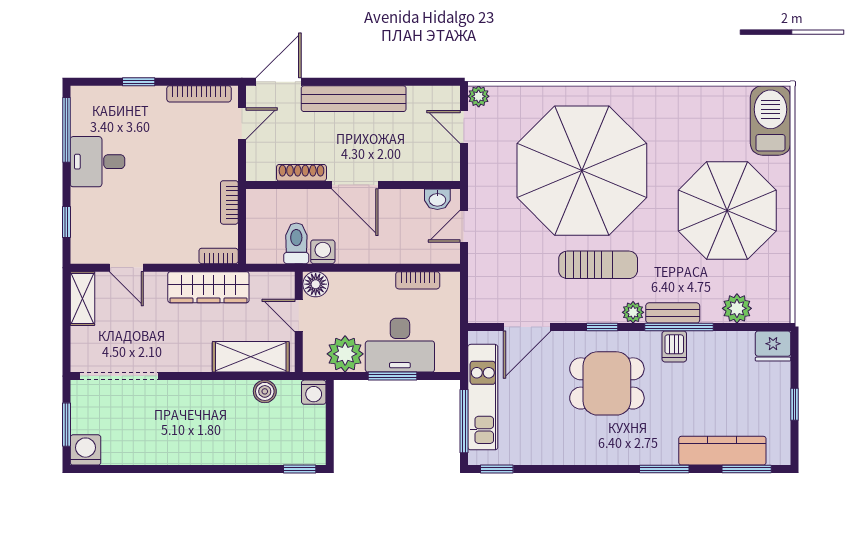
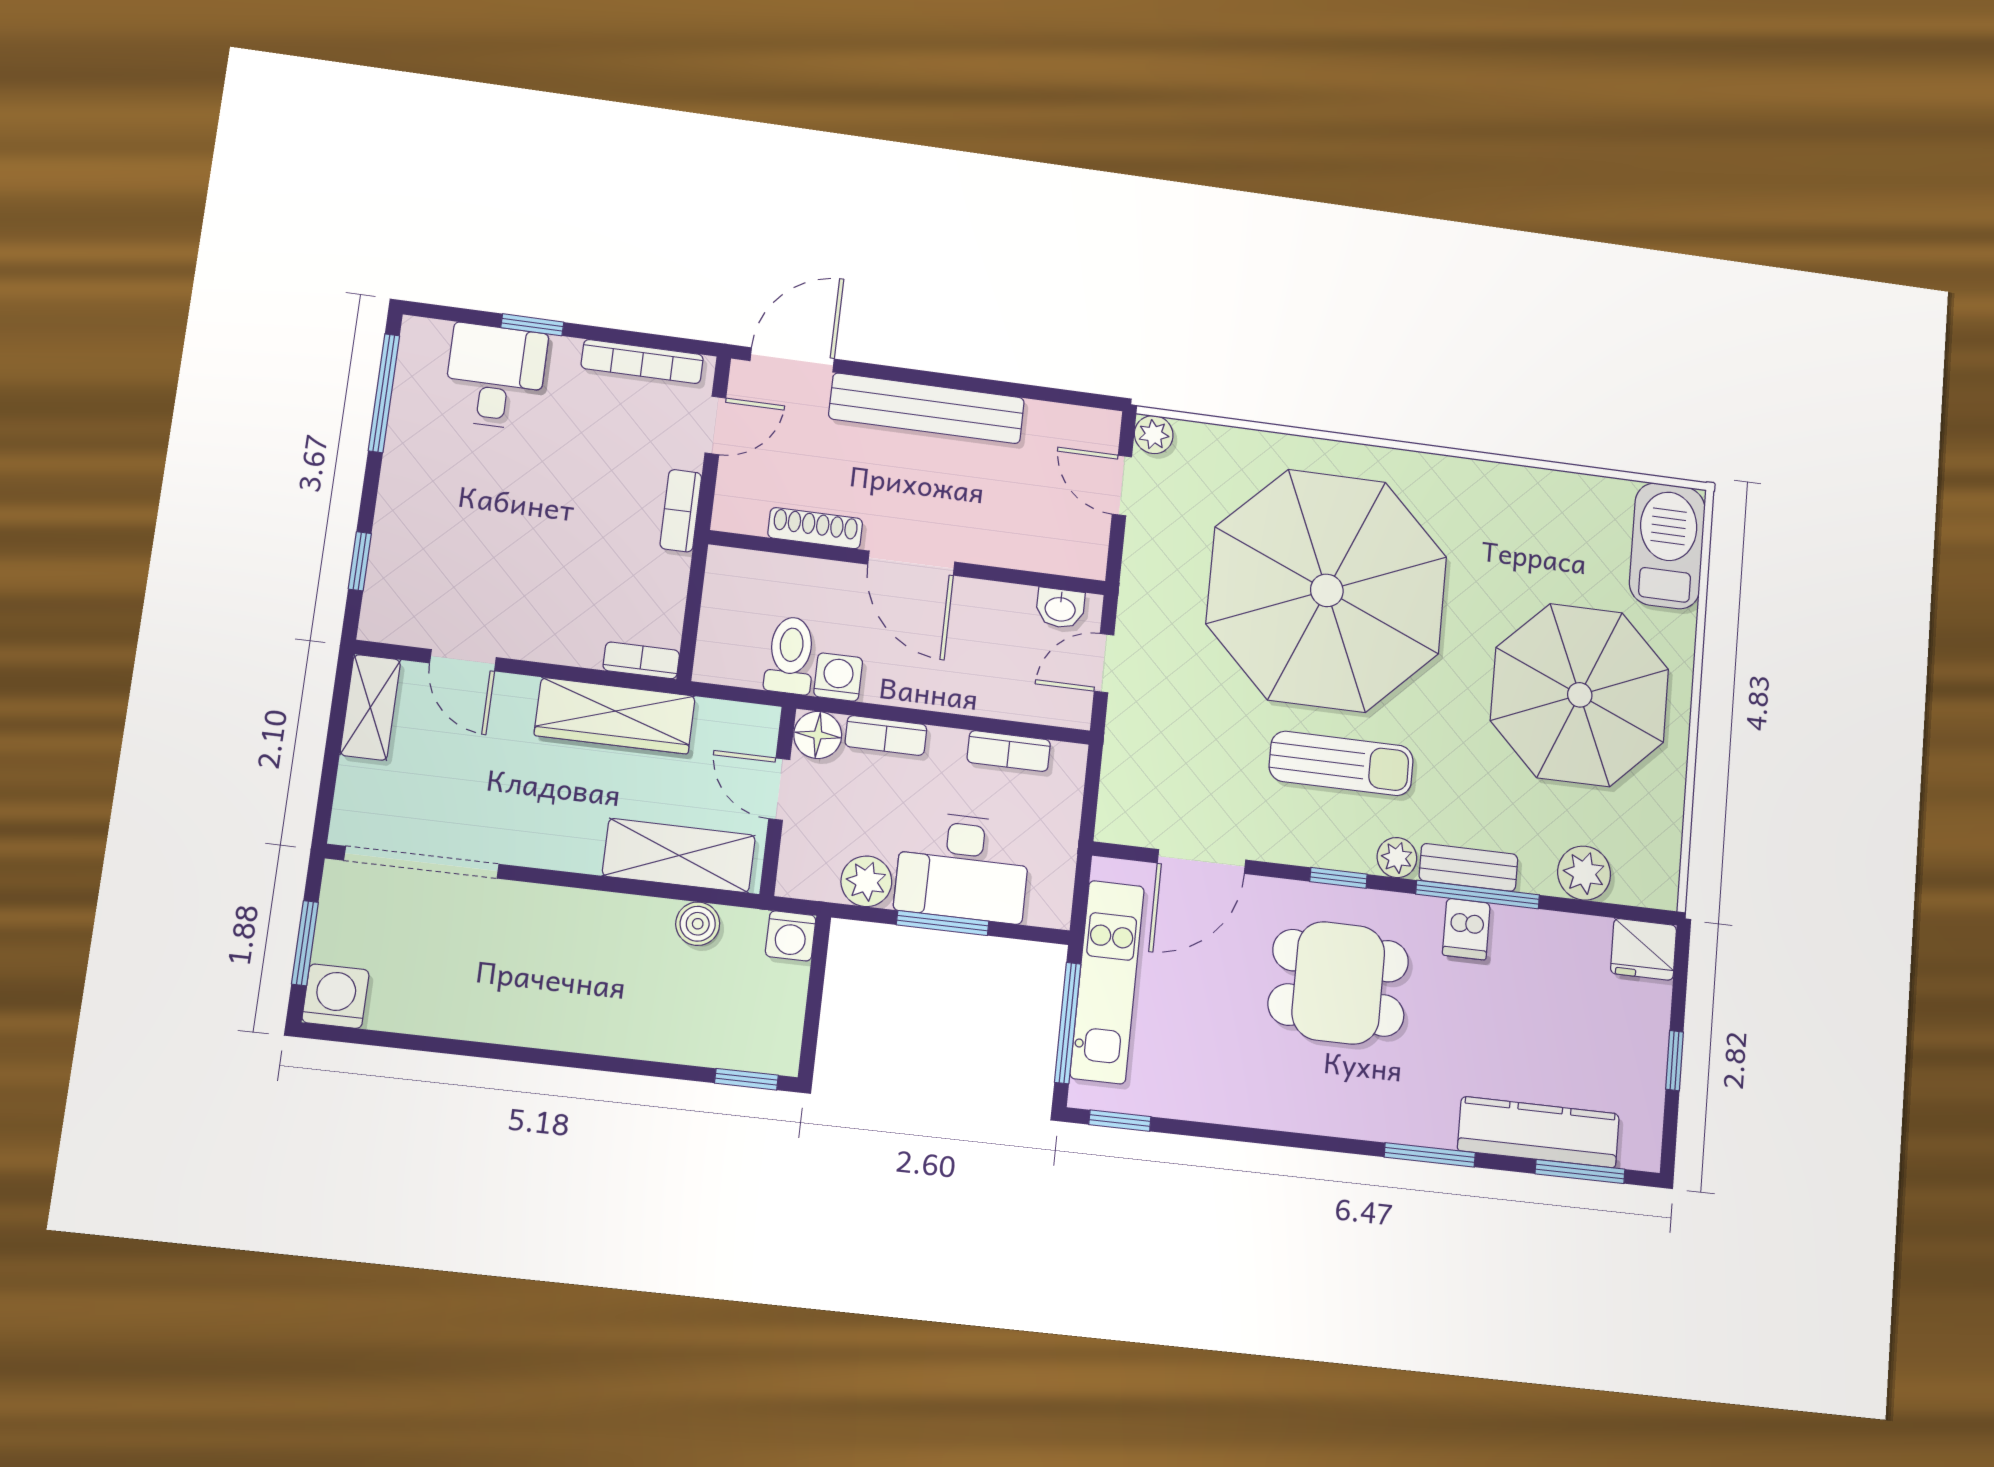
desk: (97, 162) -> (495, 376), moved, turned 90
bookcase: (229, 202) -> (681, 511), moved
bookcase: (352, 280) -> (886, 736), added
plant: (345, 354) -> (866, 881), width x0.73, depth x0.73

